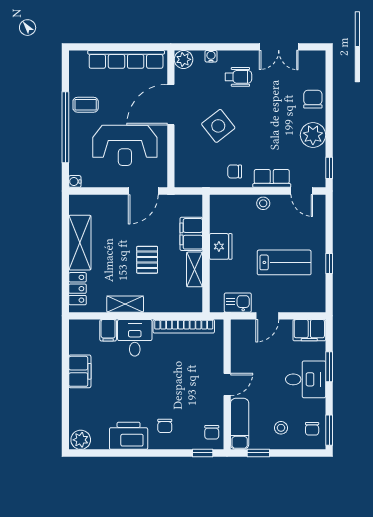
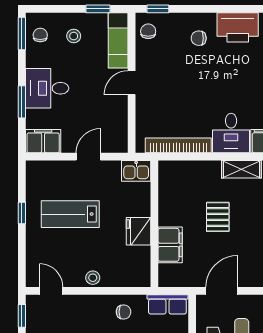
row of seats: (272, 178) -> (167, 304), moved
shelving: (195, 269) -> (167, 206), removed
kitchen sink: (238, 303) -> (136, 171), moved
chair: (165, 426) -> (199, 38), turned -90

